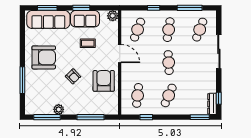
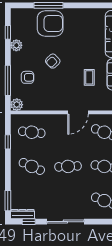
sliding door: (219, 51) -> (65, 222), moved
armchair: (44, 57) -> (50, 23), moved, turned -90
armchair: (104, 81) -> (28, 77), moved, width x0.53, depth x0.53
plant: (112, 109) -> (17, 105), added
window: (47, 117) -> (8, 32), width x0.46

